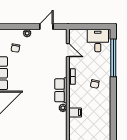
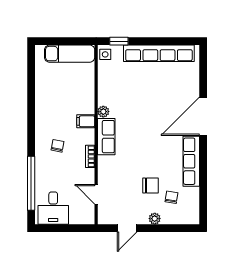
chair: (30, 56) -> (151, 185), added
filing cabinet: (75, 112) -> (86, 121), moved

